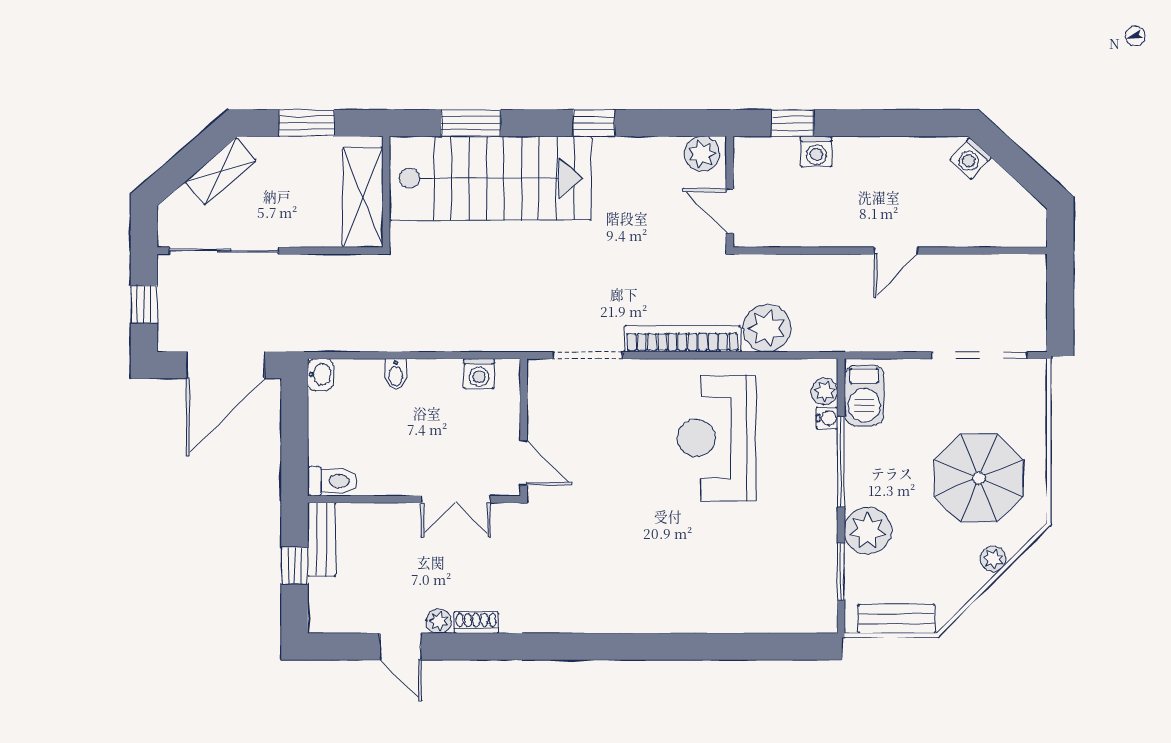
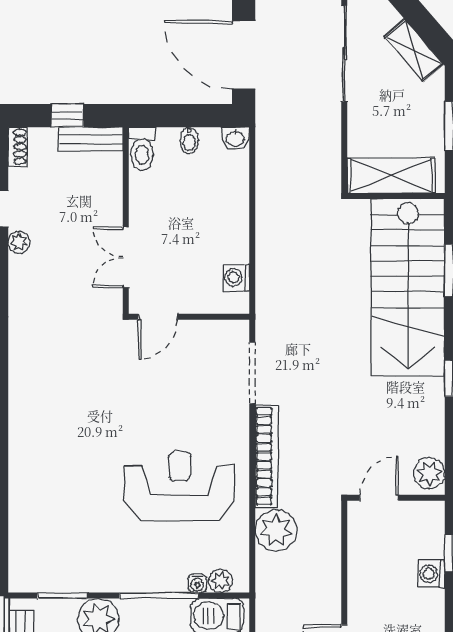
bidet: (396, 374) -> (189, 141), moved, turned -90
shoe rack: (476, 623) -> (18, 147), moved

